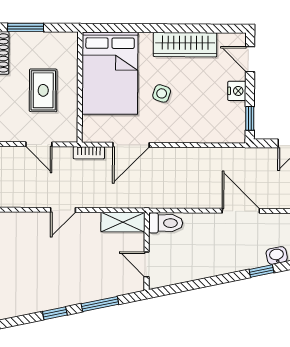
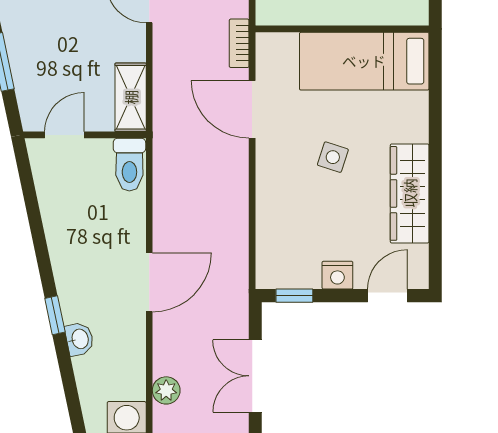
bed: (110, 73) -> (364, 61), width x0.67

